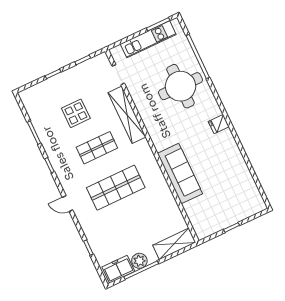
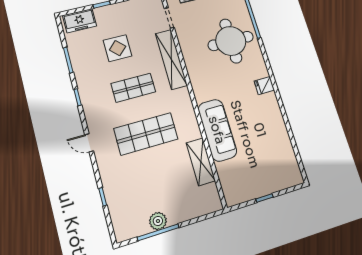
shelving: (174, 244) -> (201, 162), moved, turned 90
freezer: (118, 269) -> (80, 21), moved, turned 180

